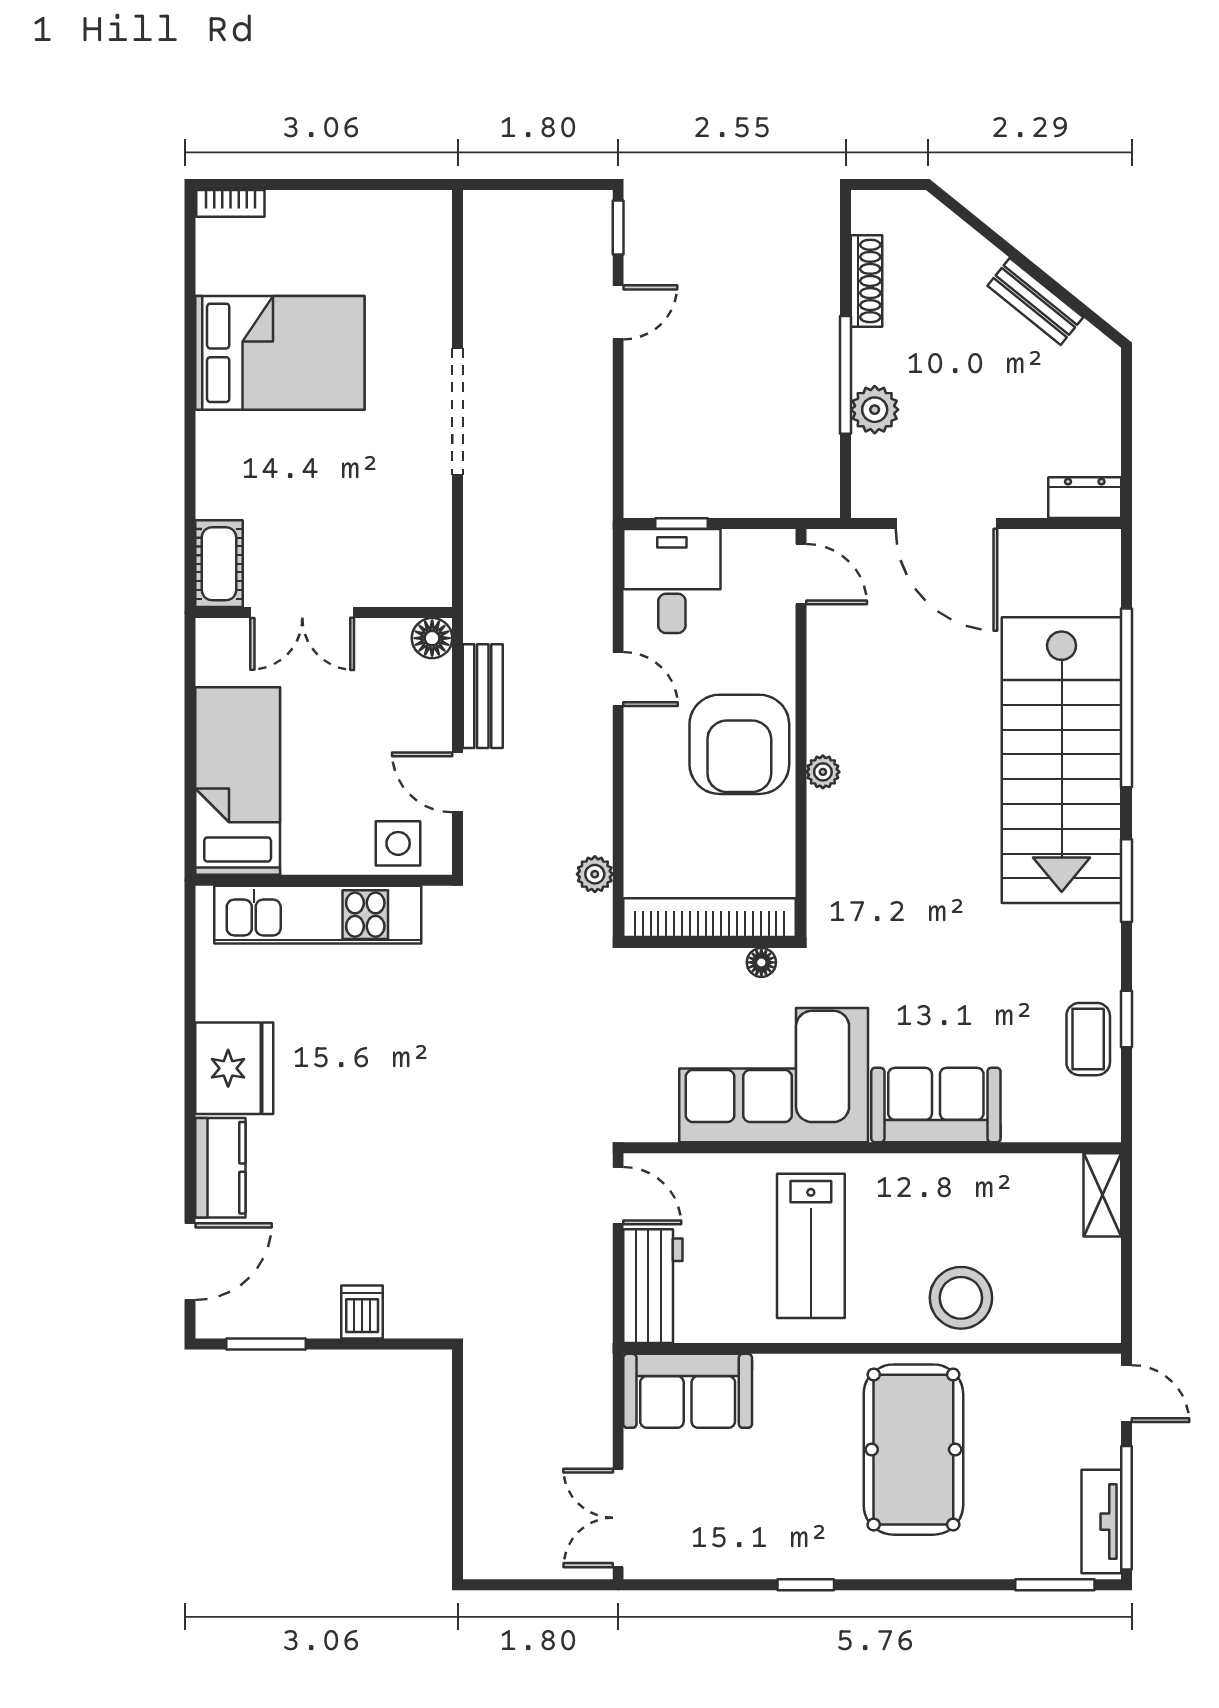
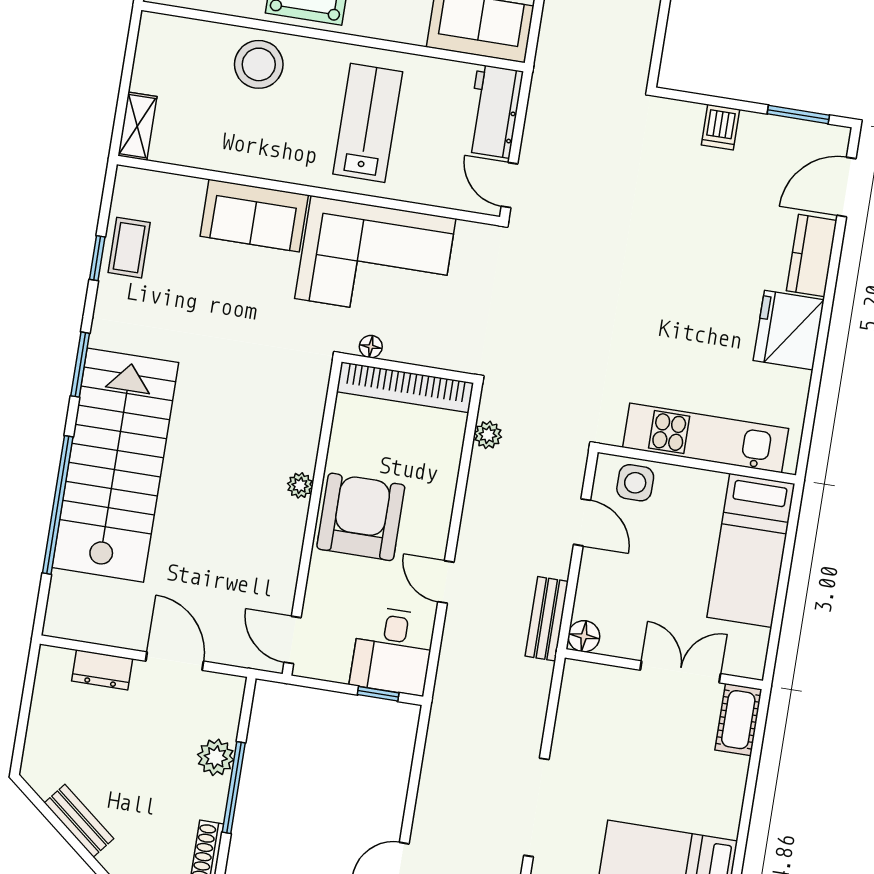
dresser: (1085, 498) -> (102, 670), moved
door: (946, 523) -> (175, 661), width x0.73
bench: (483, 696) -> (547, 619), moved

